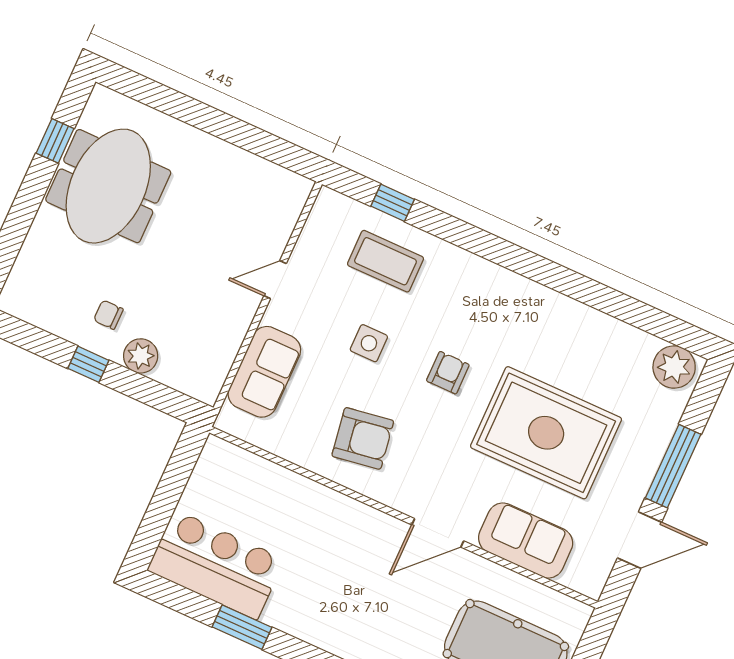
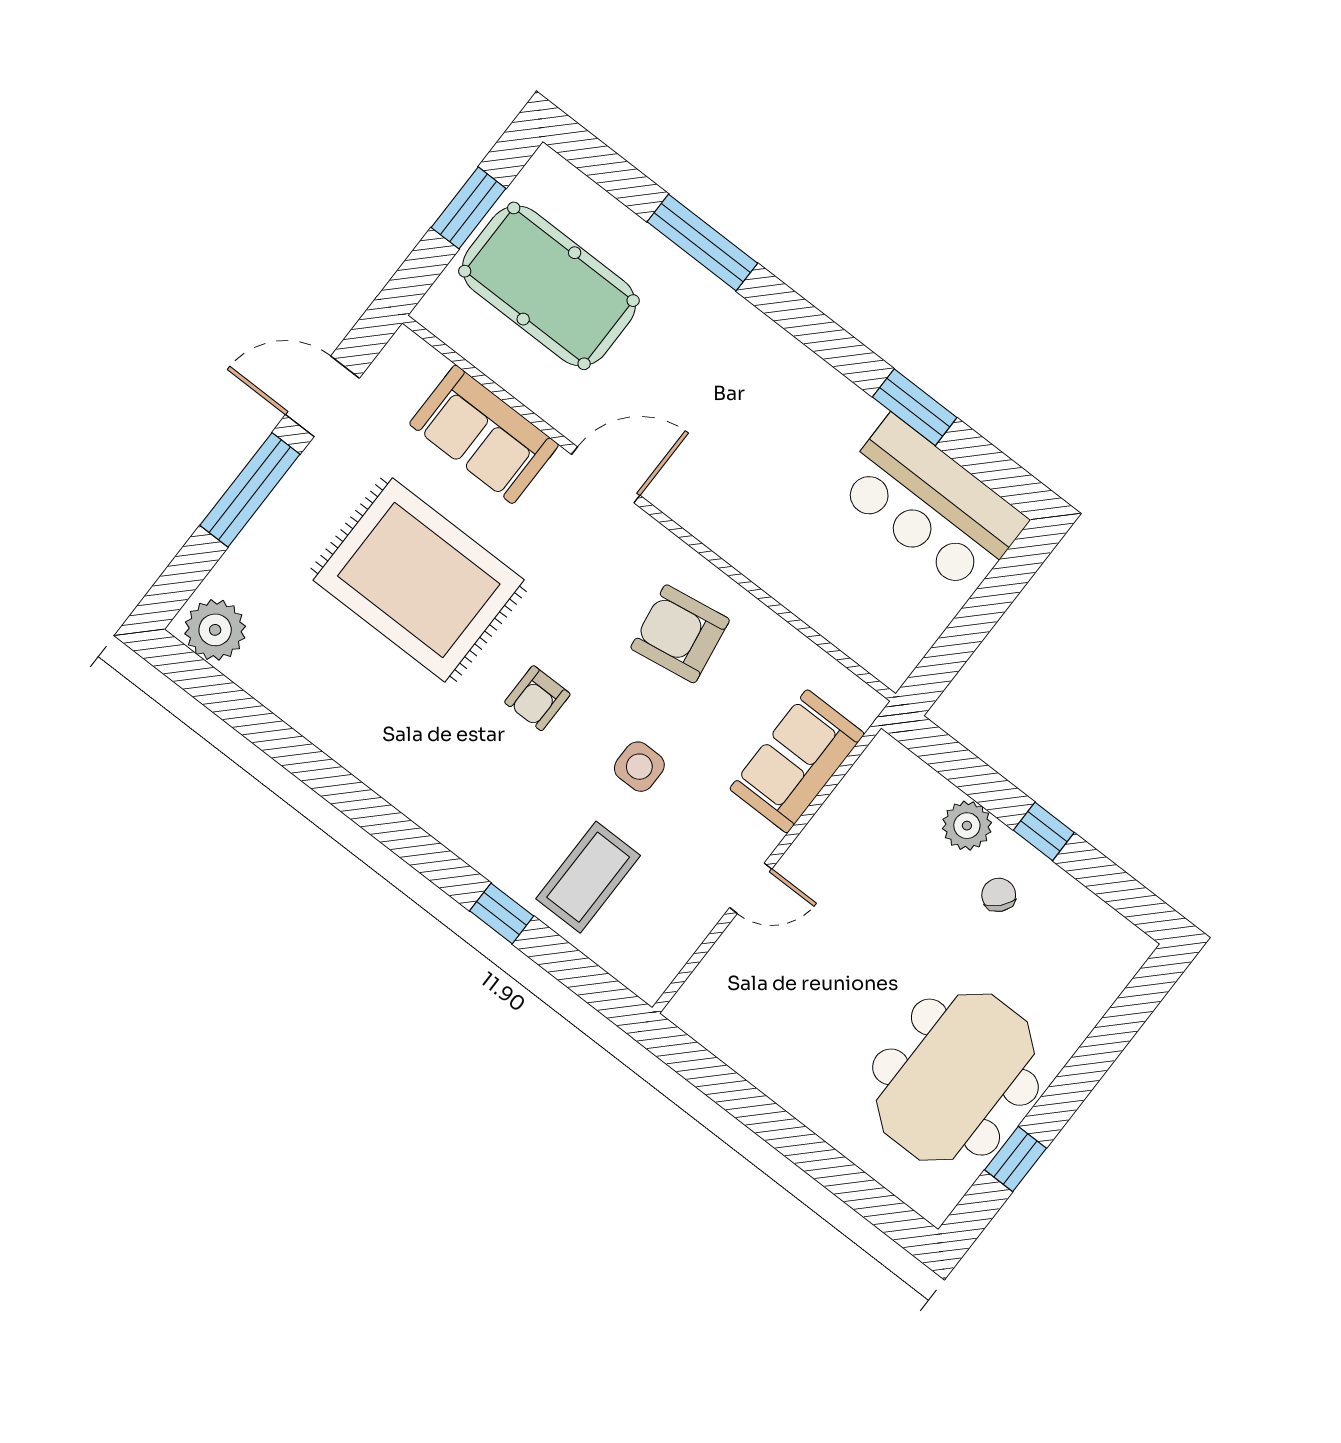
window: (393, 203) -> (502, 913), moved
coffee table: (386, 261) -> (588, 877), turned 90
chair: (108, 315) -> (999, 895), turned -138

